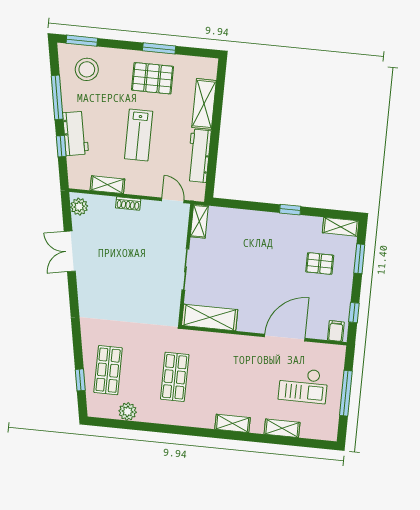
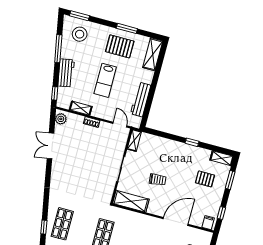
shelving: (204, 104) -> (153, 54), moved
window: (61, 146) -> (55, 93), moved
trolley: (246, 277) -> (158, 180), added

